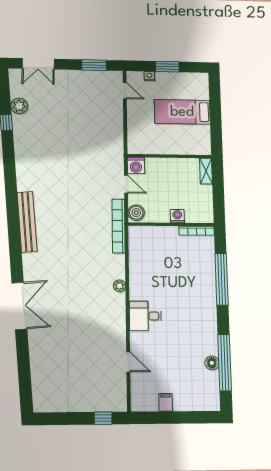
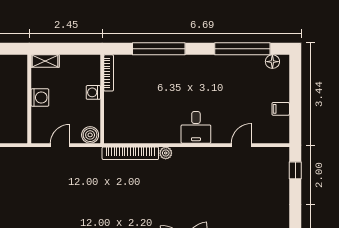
washing machine: (136, 165) -> (40, 97), moved
bookcase: (119, 226) -> (130, 153), moved
floor lamp: (212, 363) -> (272, 62), moved

